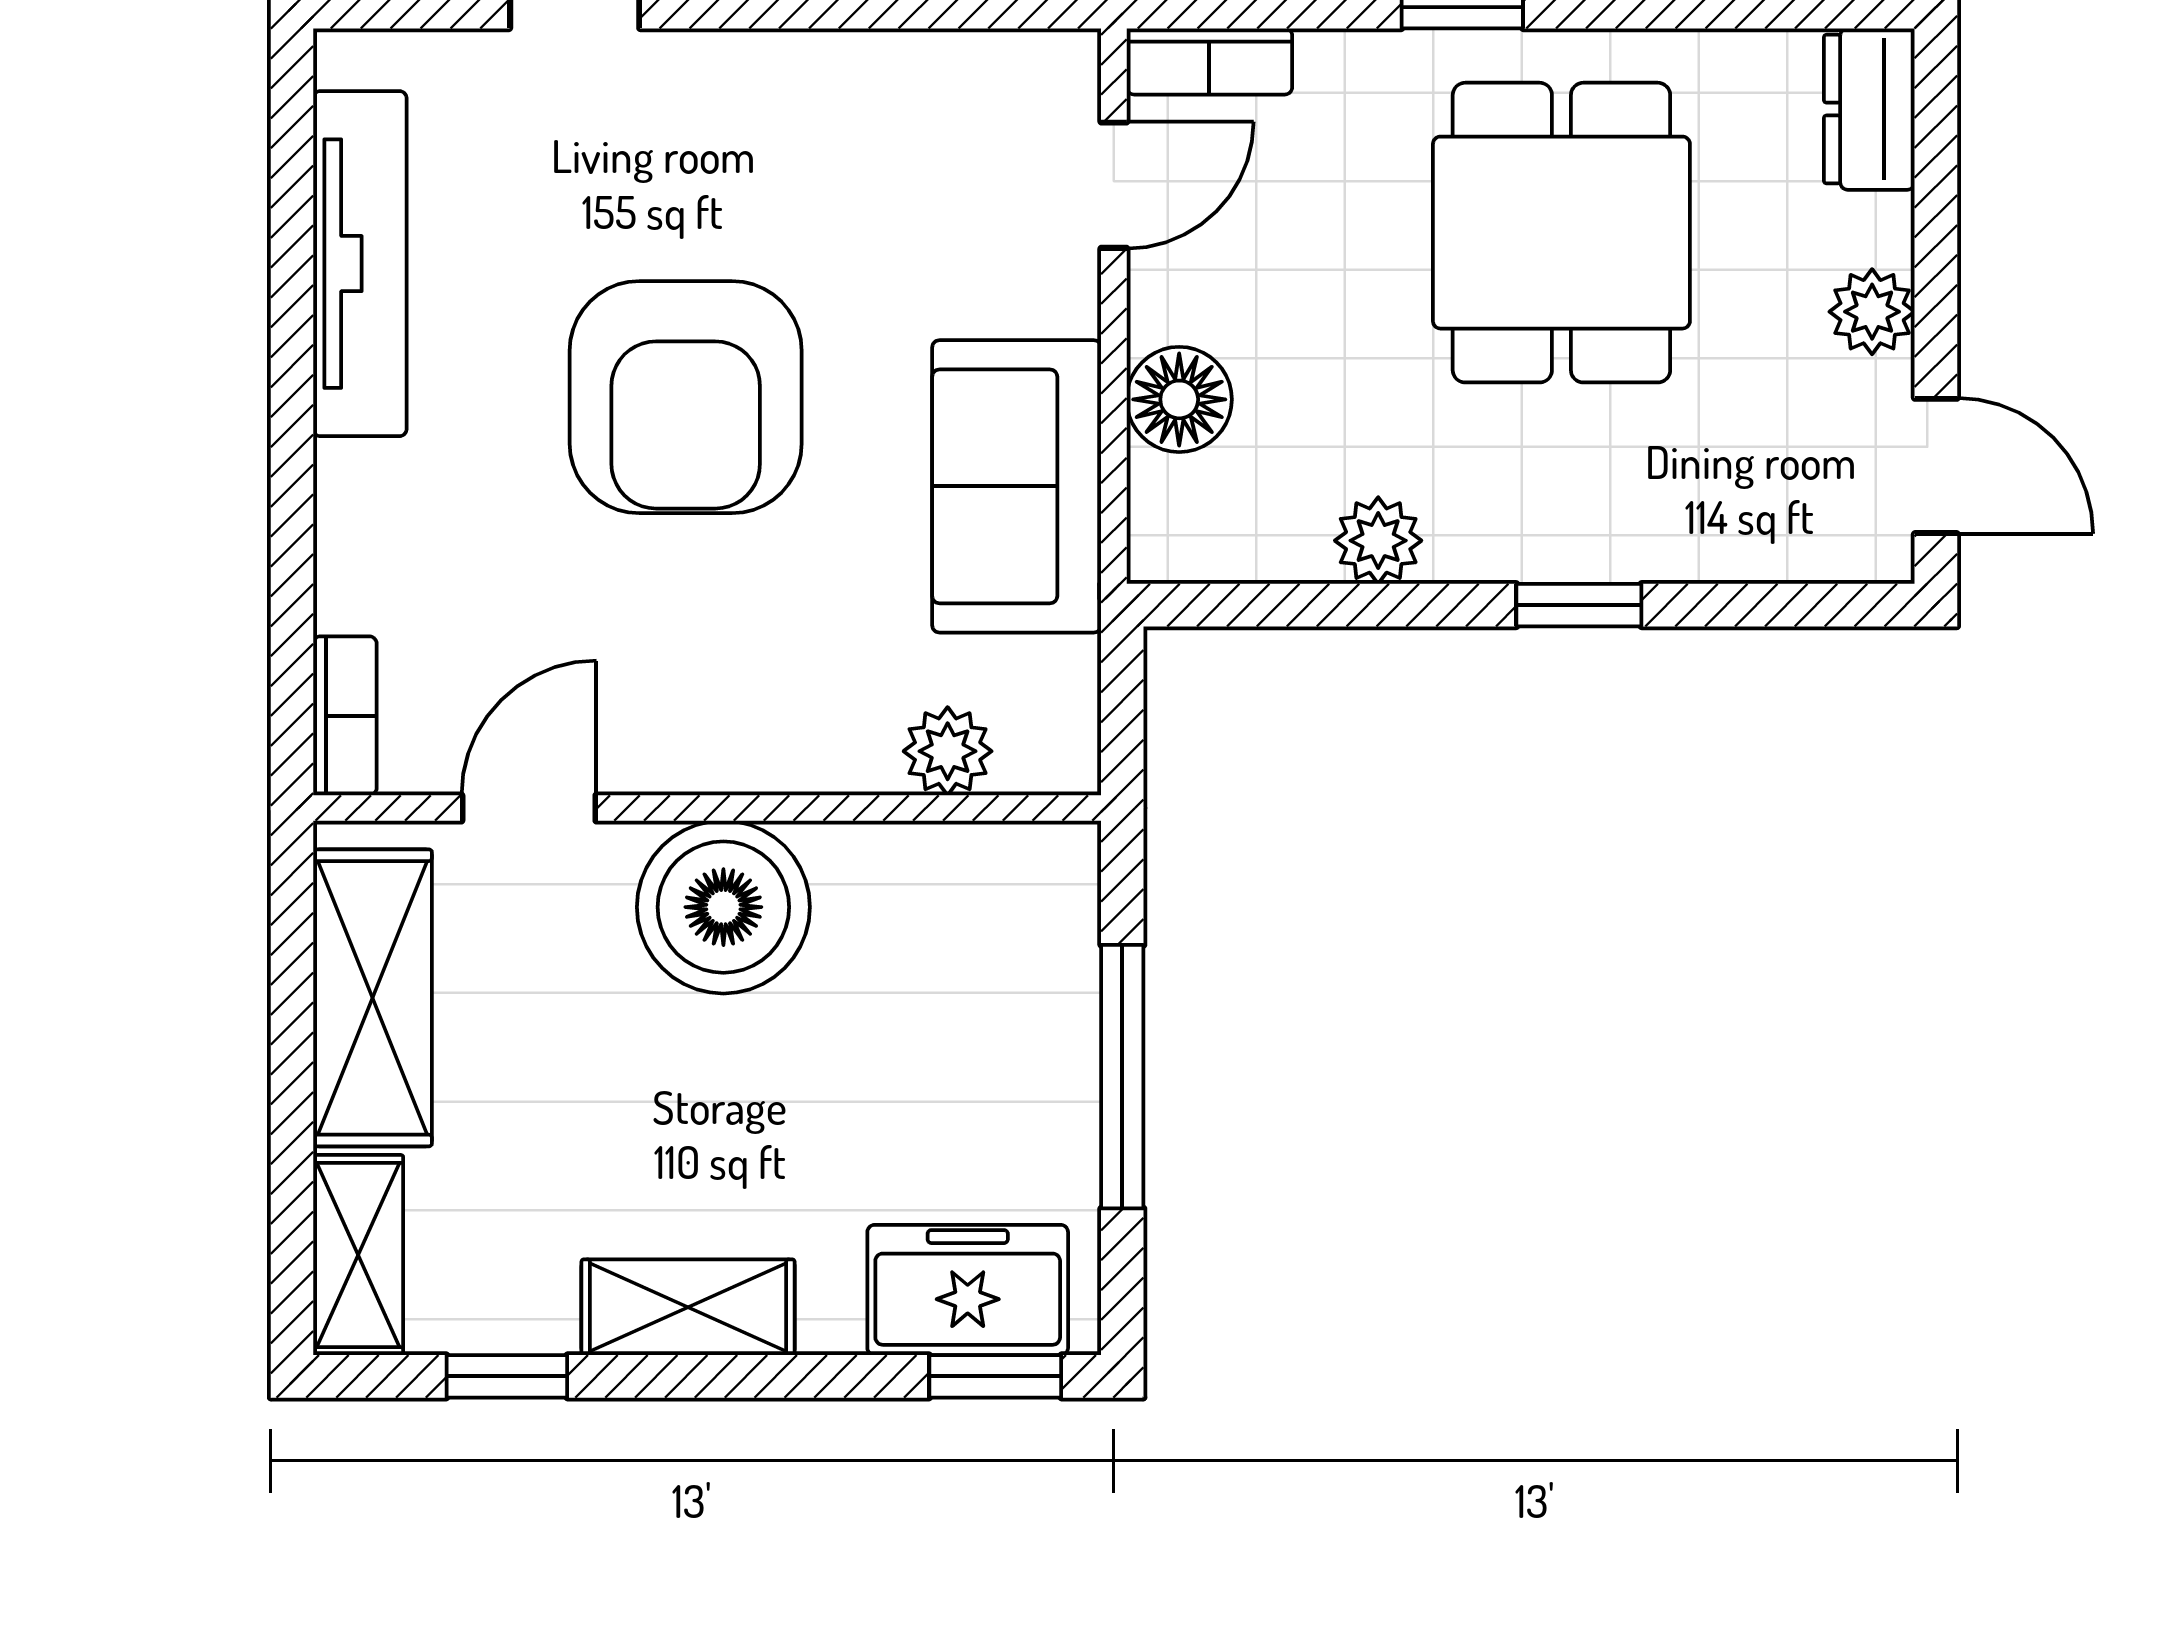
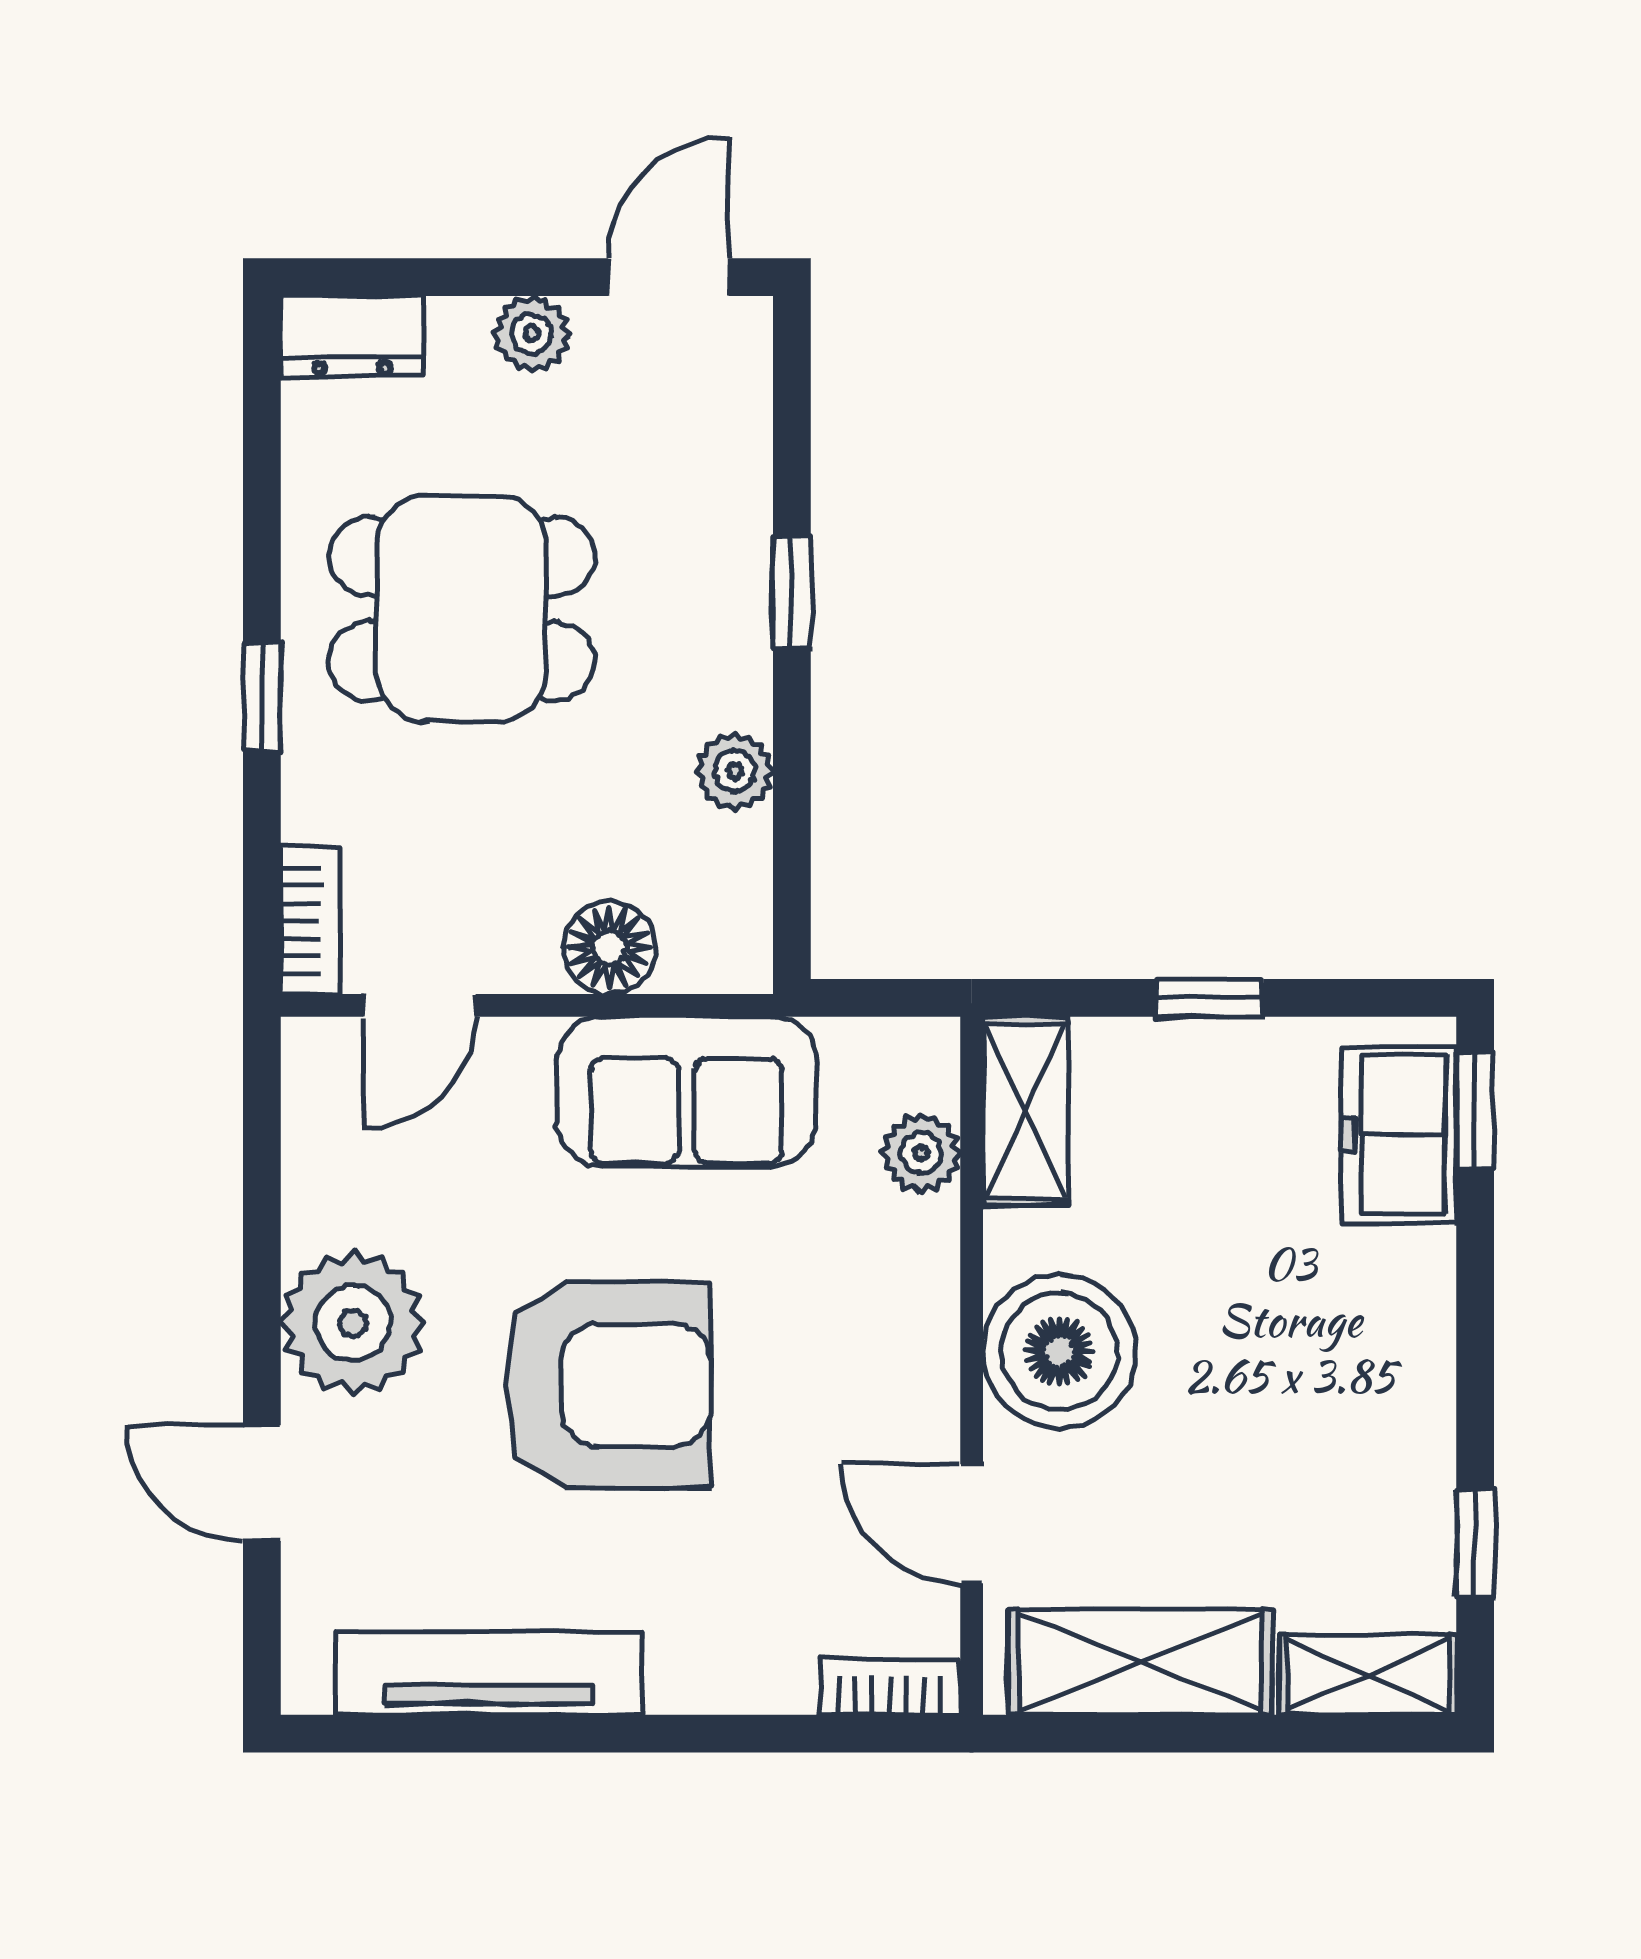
plant: (756, 110) -> (353, 1323), added
door: (1114, 185) -> (420, 1005), swing flipped
window: (1122, 1077) -> (1210, 998), width x0.46
shelving: (688, 1307) -> (1025, 1111), moved

